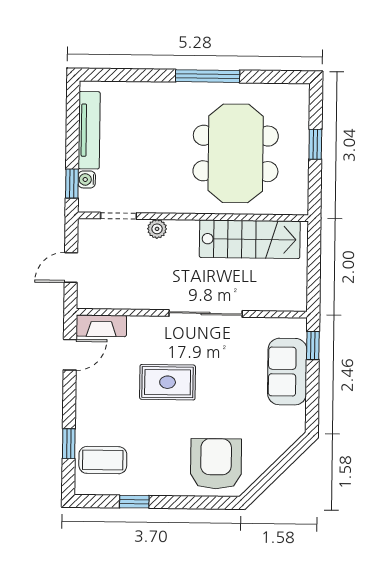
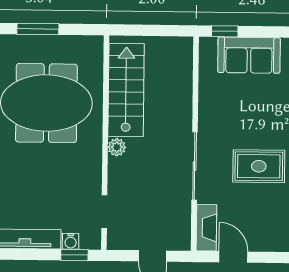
window: (315, 144) -> (38, 29), width x1.50
plant: (157, 229) -> (117, 147), moved
sliding door: (206, 313) -> (195, 166), moved
rug: (168, 382) -> (259, 166), turned 90

